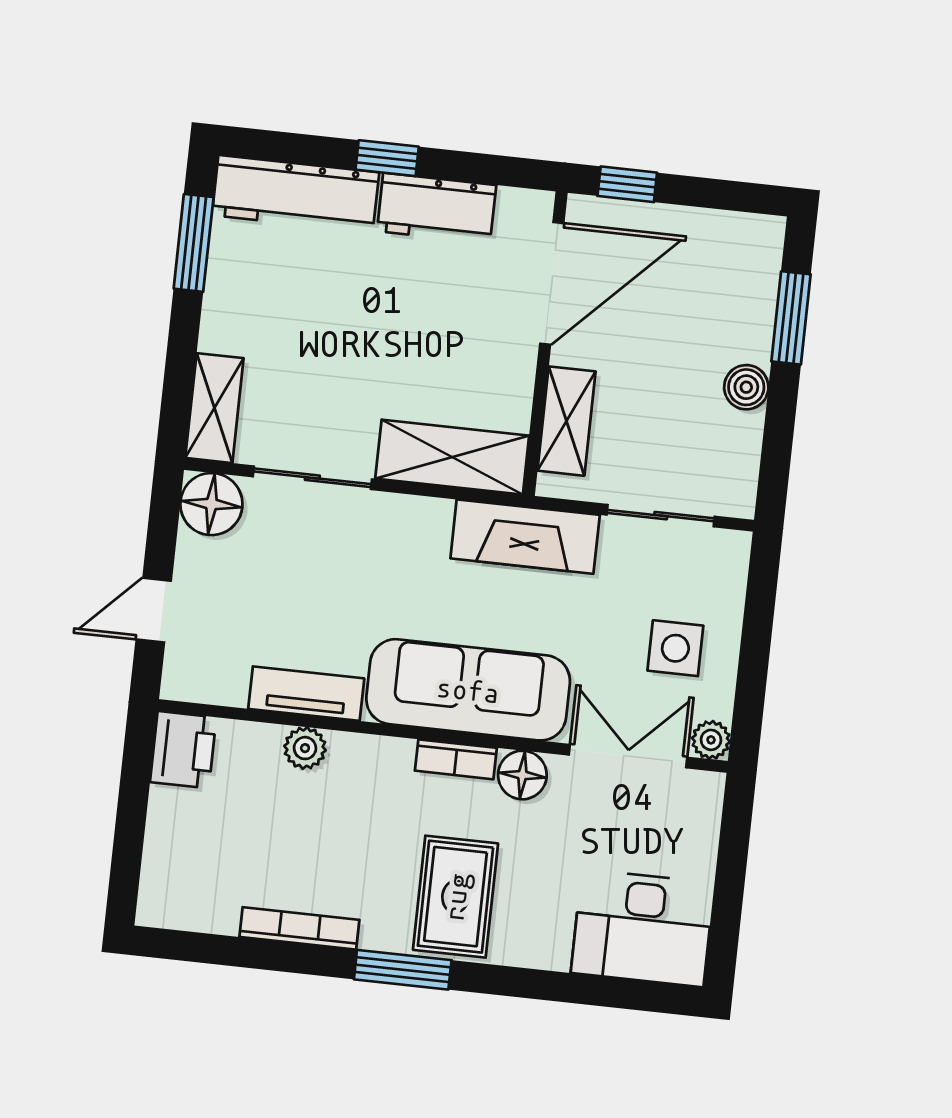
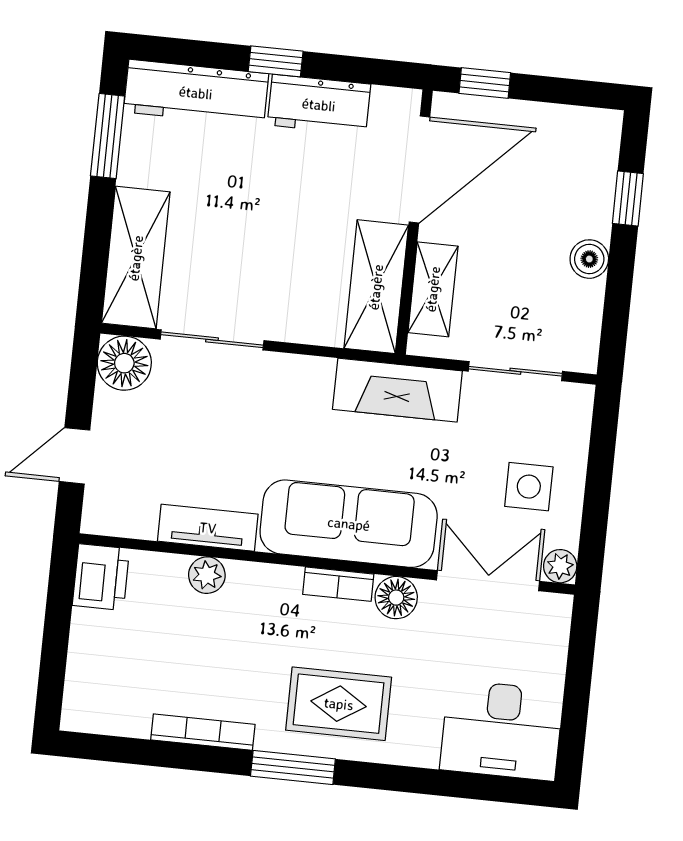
window: (791, 318) -> (628, 199), width x0.67
shelving: (214, 408) -> (136, 258), width x1.50, depth x1.33
shelving: (452, 457) -> (376, 287), moved, turned 90
rug: (456, 897) -> (339, 704), turned 90

